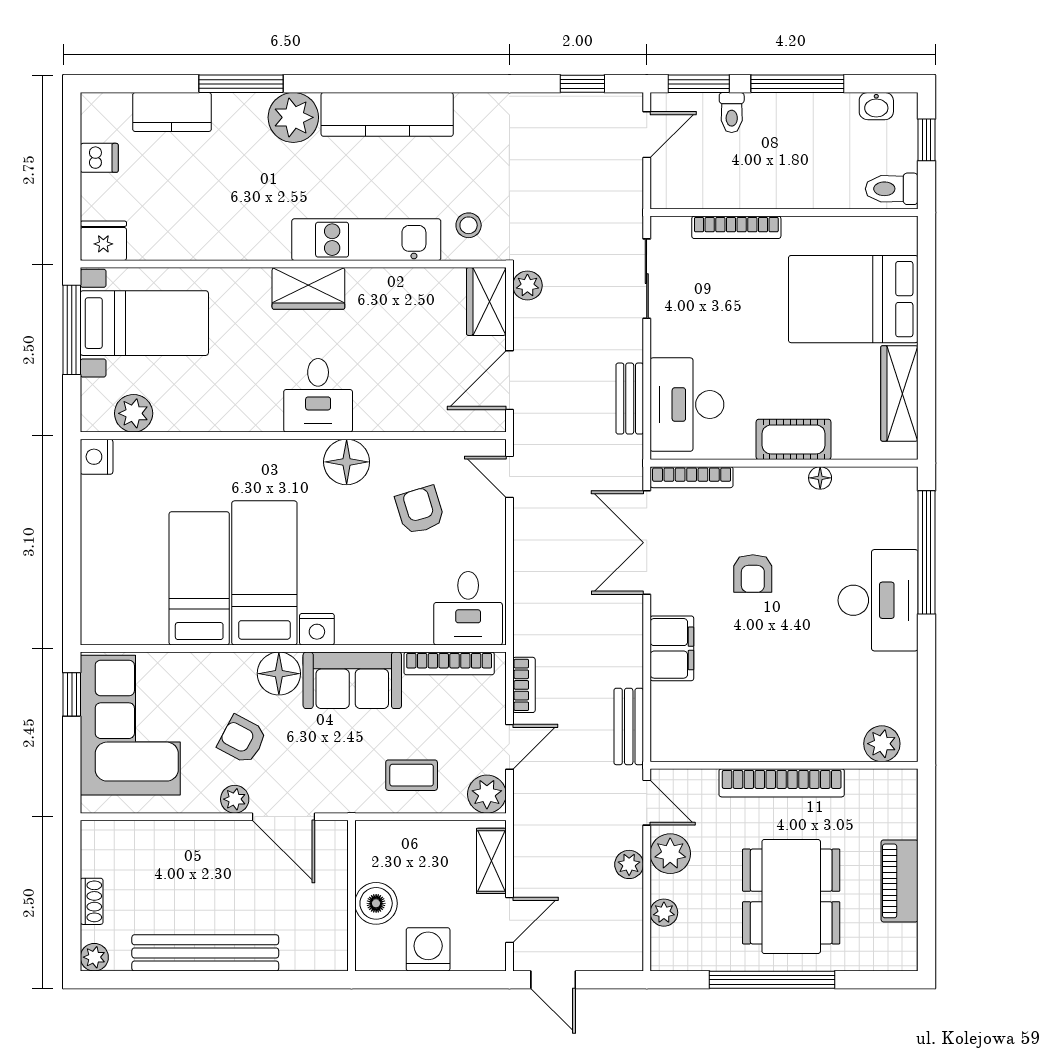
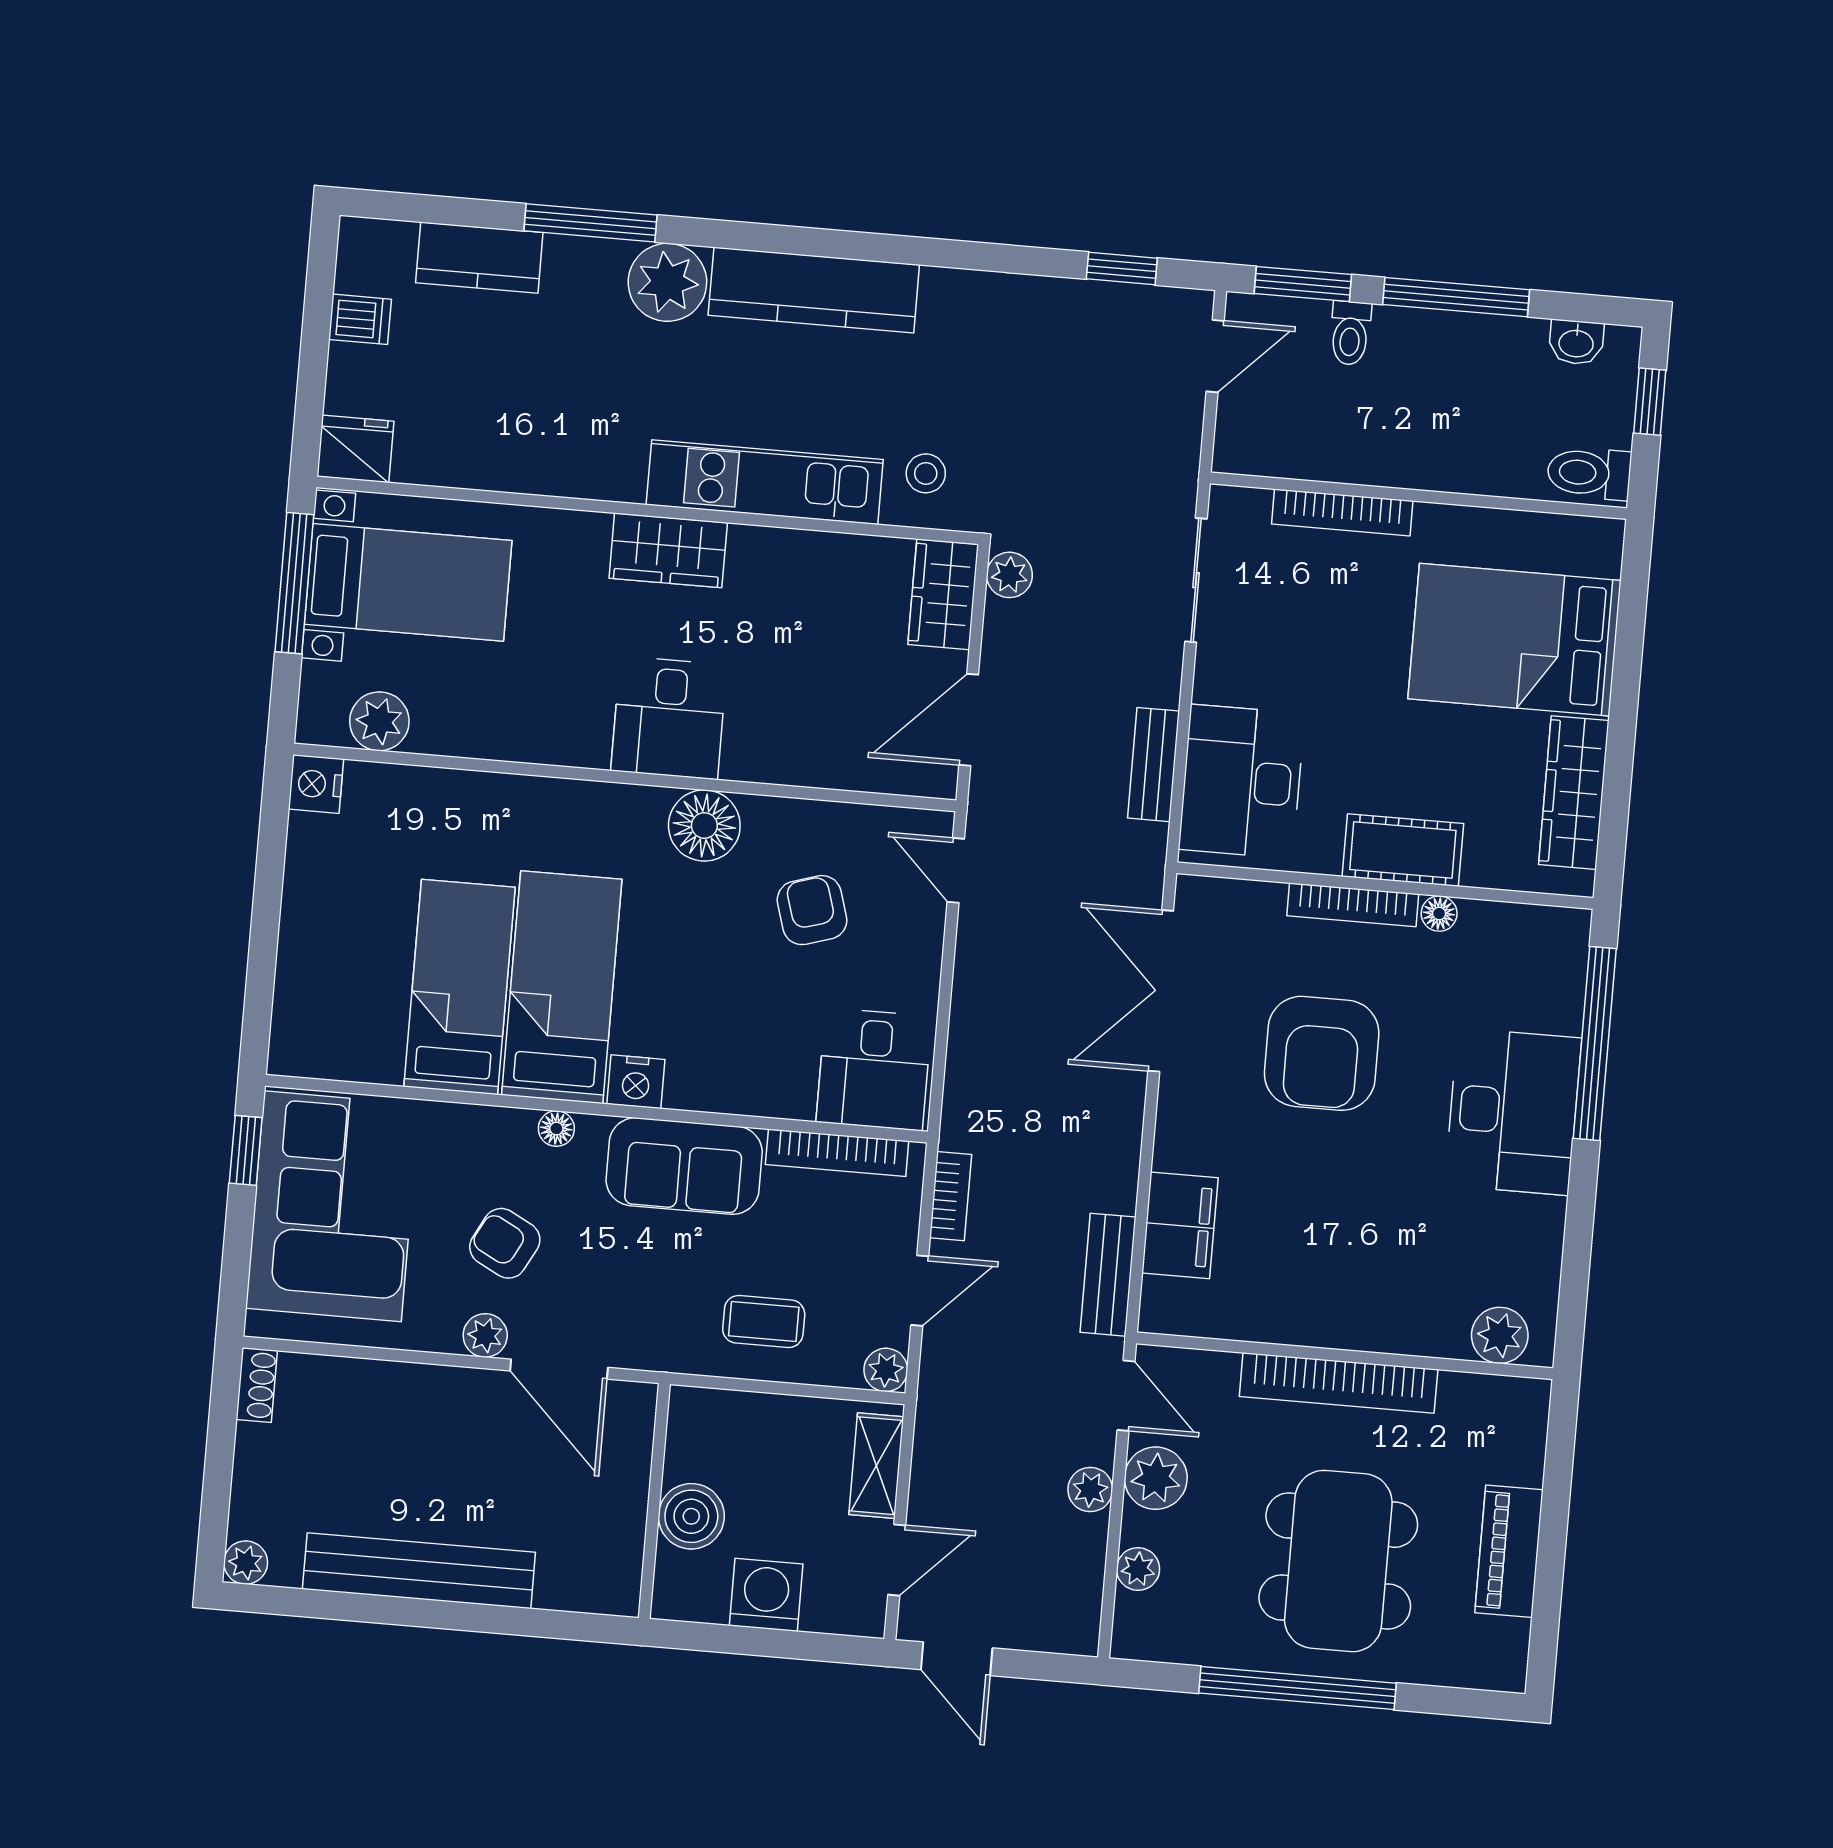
bookcase: (692, 477) -> (1353, 905), moved
armchair: (753, 574) -> (1322, 1053), width x1.88, depth x1.88
filing cabinet: (672, 648) -> (1180, 1225), moved
floor lamp: (279, 674) -> (556, 1129), width x0.53, depth x0.53
plant: (487, 794) -> (886, 1370), width x0.73, depth x0.73
shoe rack: (92, 901) -> (257, 1385), moved

